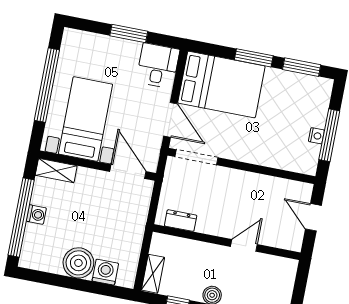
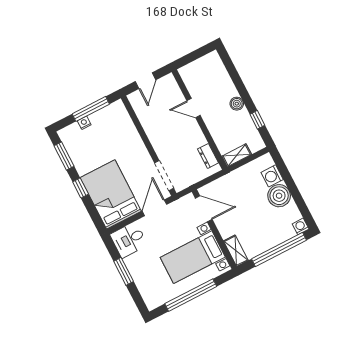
window: (254, 58) -> (81, 188), width x0.67
nightstand: (316, 136) -> (84, 123), moved
door: (128, 172) -> (204, 209), swing flipped
washing machine: (36, 215) -> (301, 226), moved
shelving: (153, 274) -> (237, 155), moved

